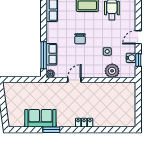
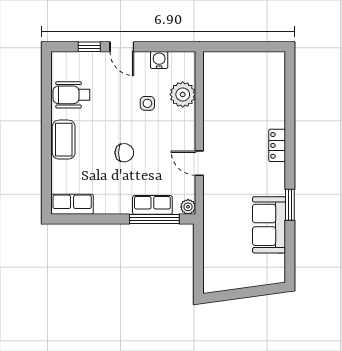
window: (138, 60) -> (89, 47), moved

